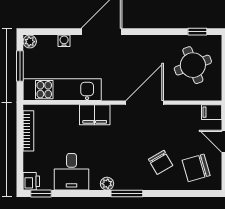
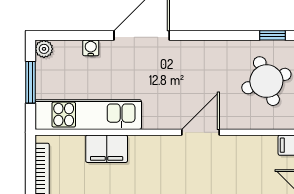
door: (145, 103) -> (201, 132), width x0.73
filing cabinet: (95, 115) -> (107, 149), moved

